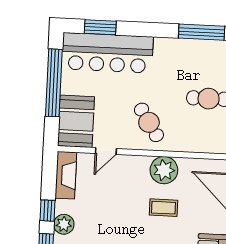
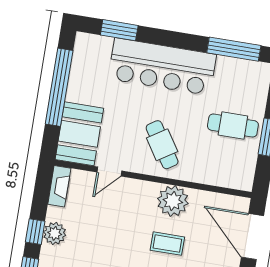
bar counter: (107, 53) -> (162, 67), moved
fireplace: (66, 175) -> (59, 186), width x0.73, depth x0.76
plant: (64, 224) -> (55, 233), moved

